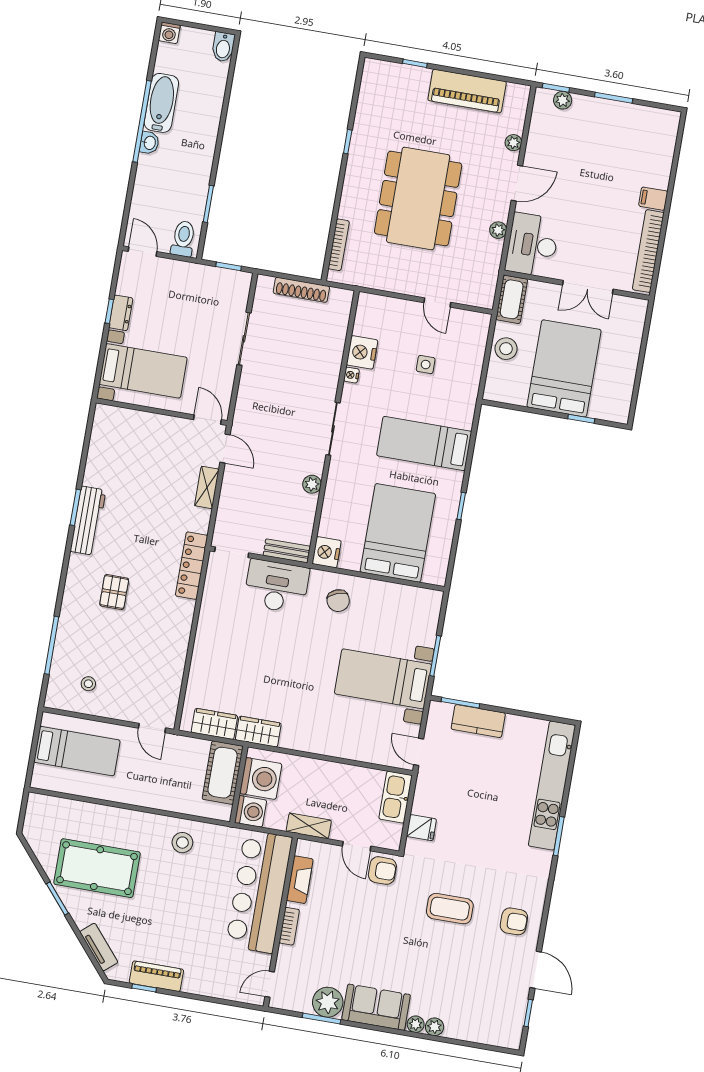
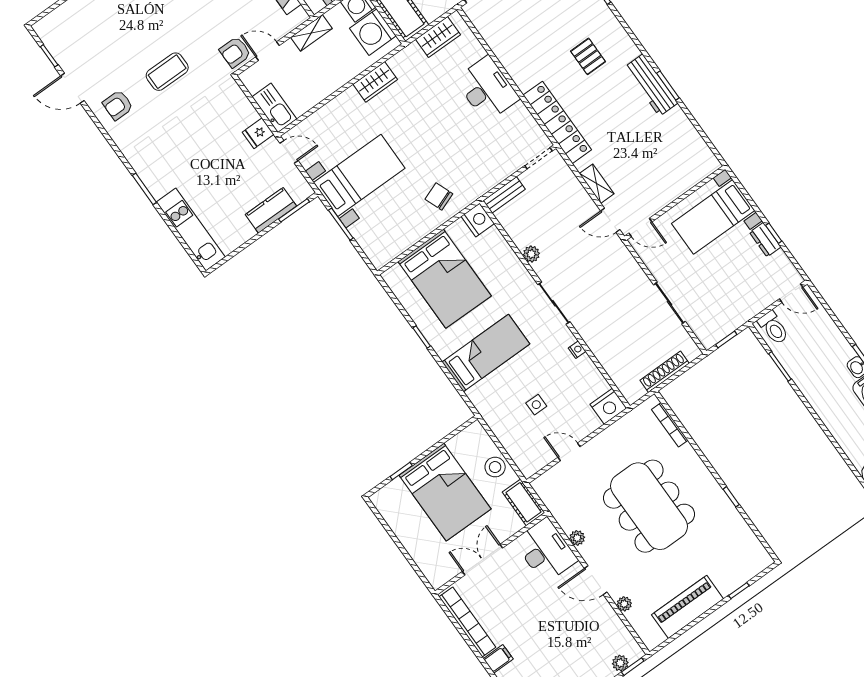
door: (517, 183) -> (596, 580), hinge flipped
nightstand: (362, 352) -> (608, 406), moved, turned 90
locker: (192, 566) -> (557, 122), width x1.41, depth x1.21
desk: (277, 586) -> (487, 89), moved, turned -90
wardrobe: (258, 732) -> (375, 82), moved
kitchen unit: (552, 785) -> (191, 230), width x0.73
fridge: (421, 828) -> (258, 133), moved

